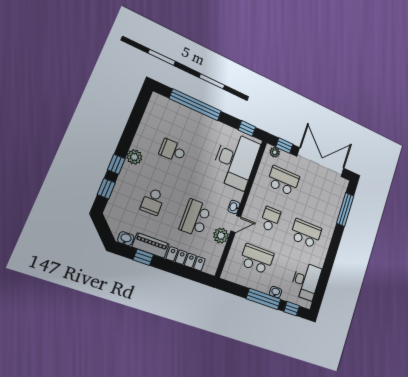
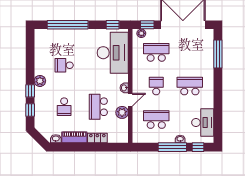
window: (143, 257) -> (72, 147), removed
locker: (186, 259) -> (97, 138), width x0.66

